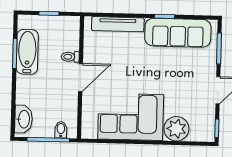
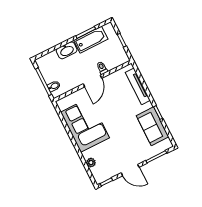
sofa: (178, 33) -> (152, 126), width x0.73
door: (81, 78) -> (93, 81), hinge flipped
washbasin: (24, 119) -> (67, 50), moved
plant: (176, 129) -> (91, 163), width x0.53, depth x0.53

